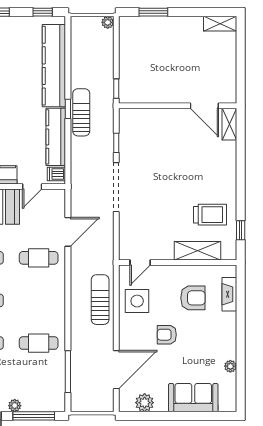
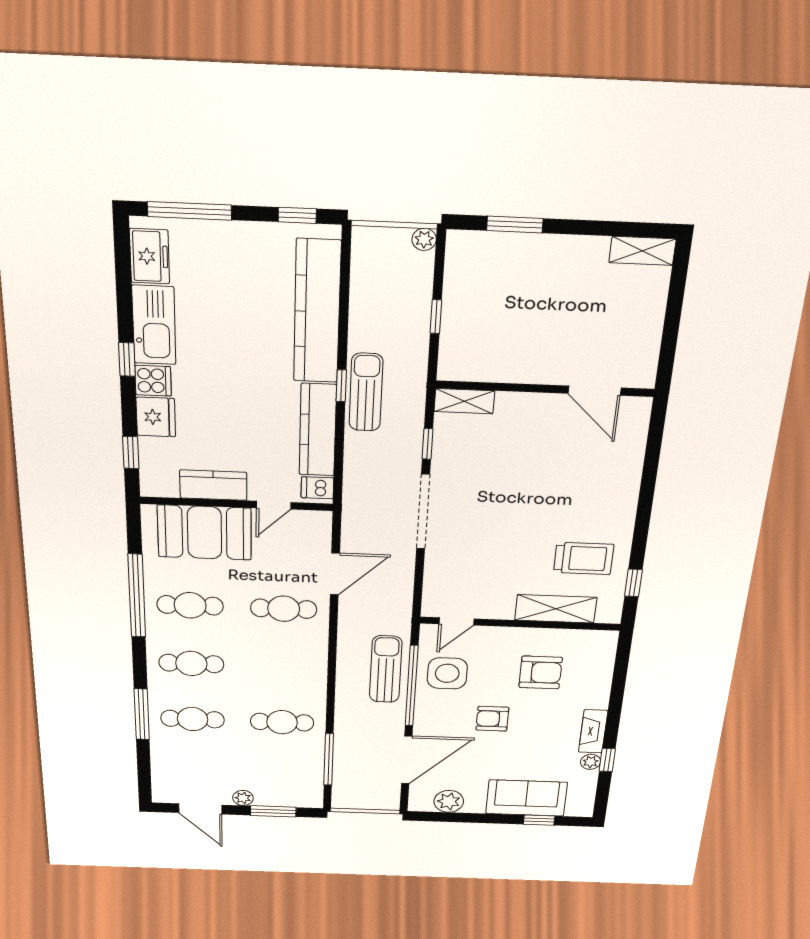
window: (116, 89) -> (436, 317), moved
shelving: (229, 124) -> (464, 401), moved, turned 90
fireplace: (229, 294) -> (593, 731), moved
window: (116, 312) -> (412, 686), added
window: (241, 364) -> (607, 760), added
window: (34, 416) -> (273, 811), width x0.69
window: (203, 416) -> (539, 820), added

